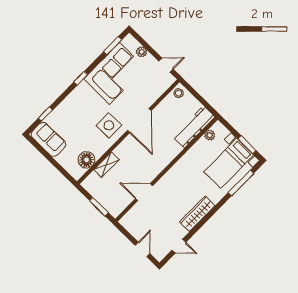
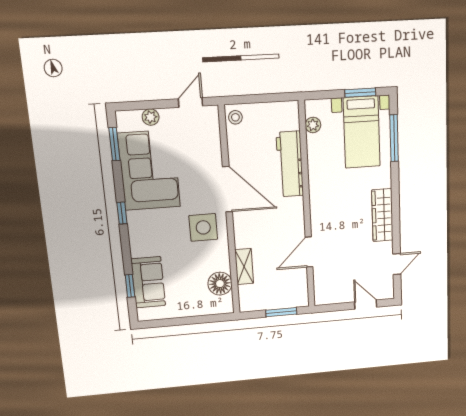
workbench: (194, 127) -> (290, 164), moved
sofa: (48, 139) -> (148, 282), moved, turned 90

